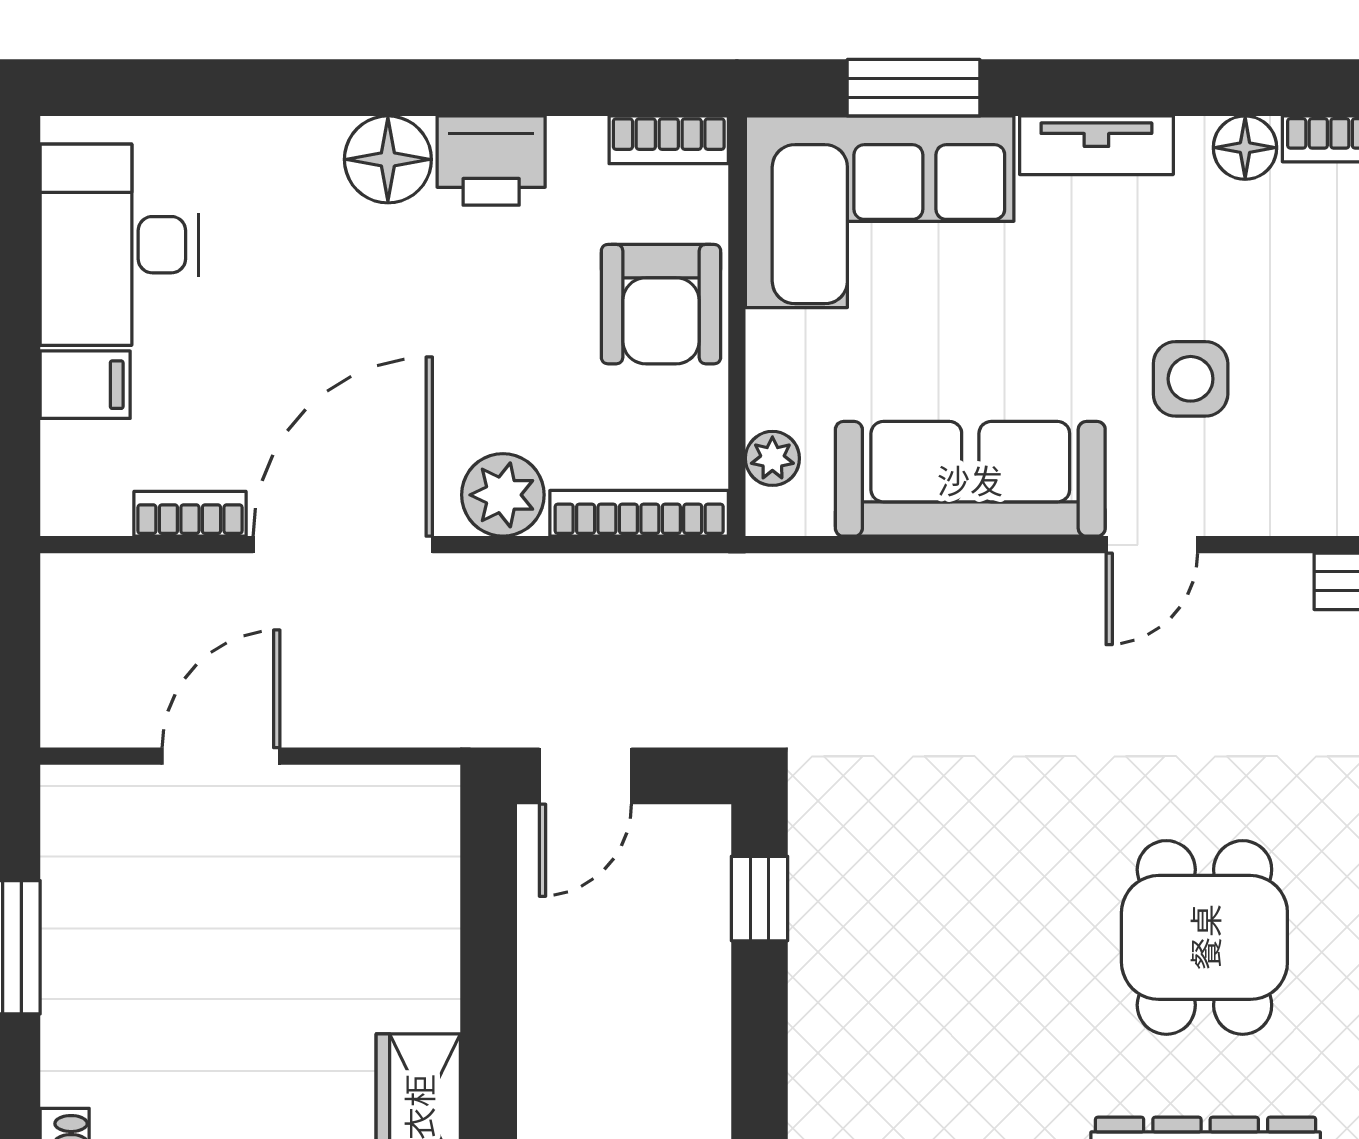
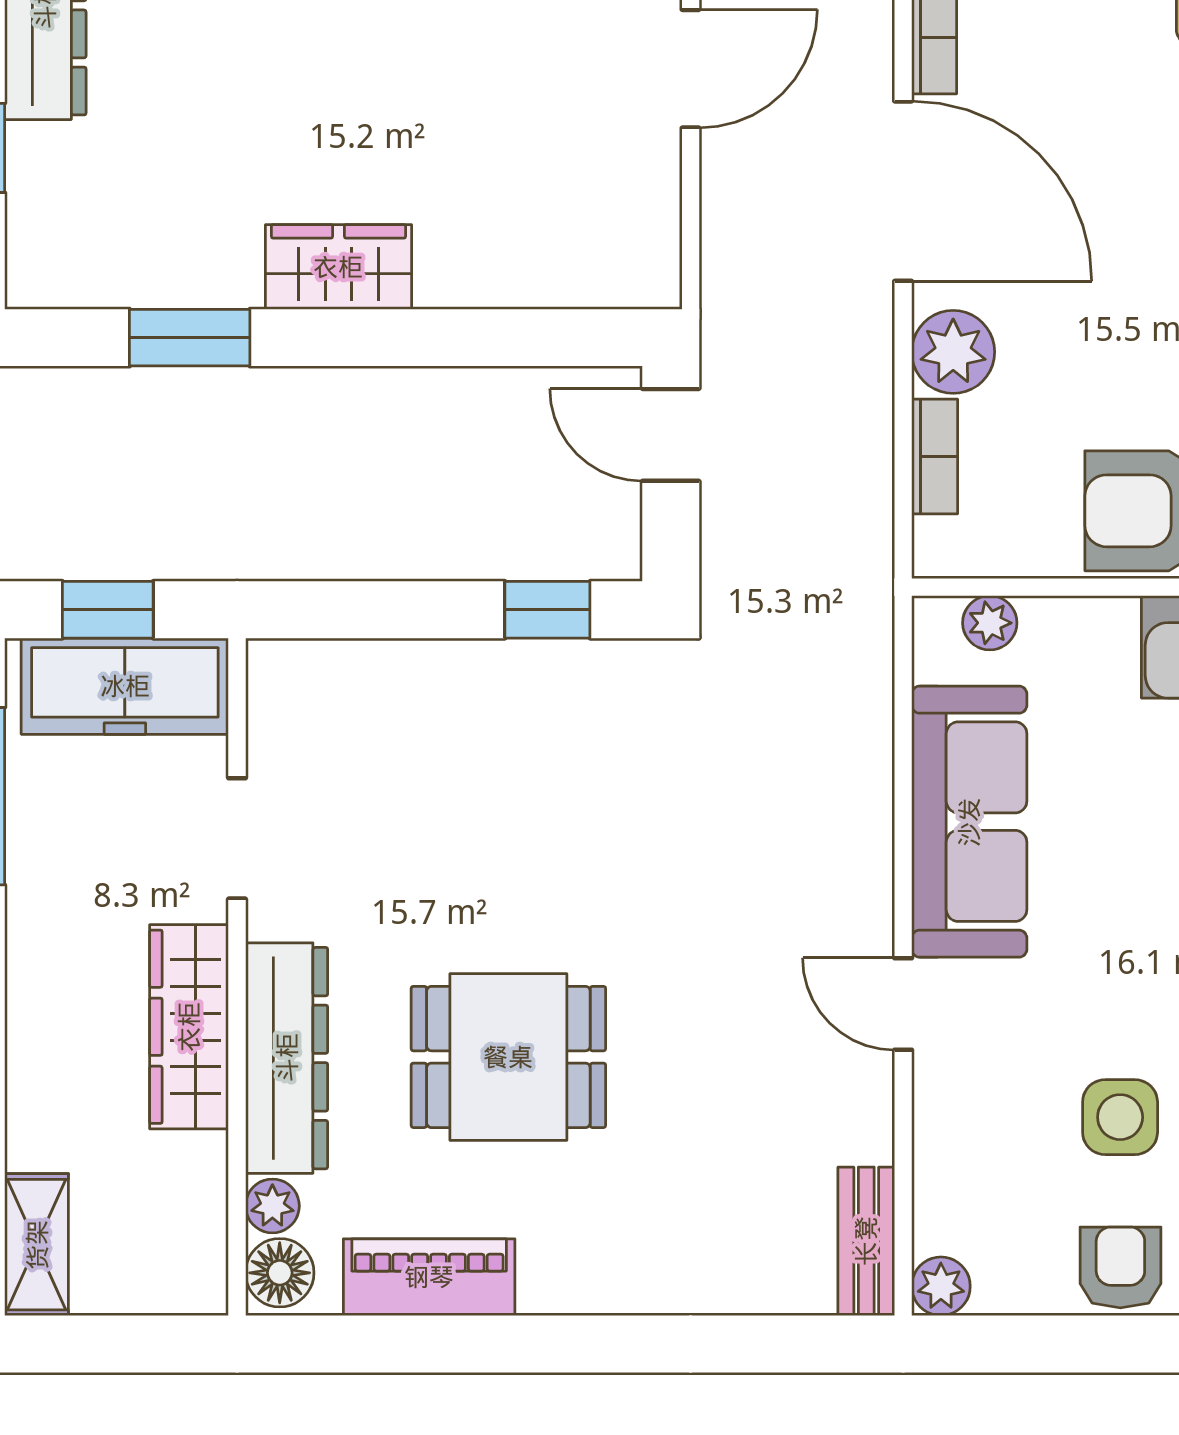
side table: (1191, 379) -> (1120, 1117), moved
bookcase: (639, 513) -> (935, 457), width x0.64
door: (221, 756) -> (691, 69), hinge flipped

